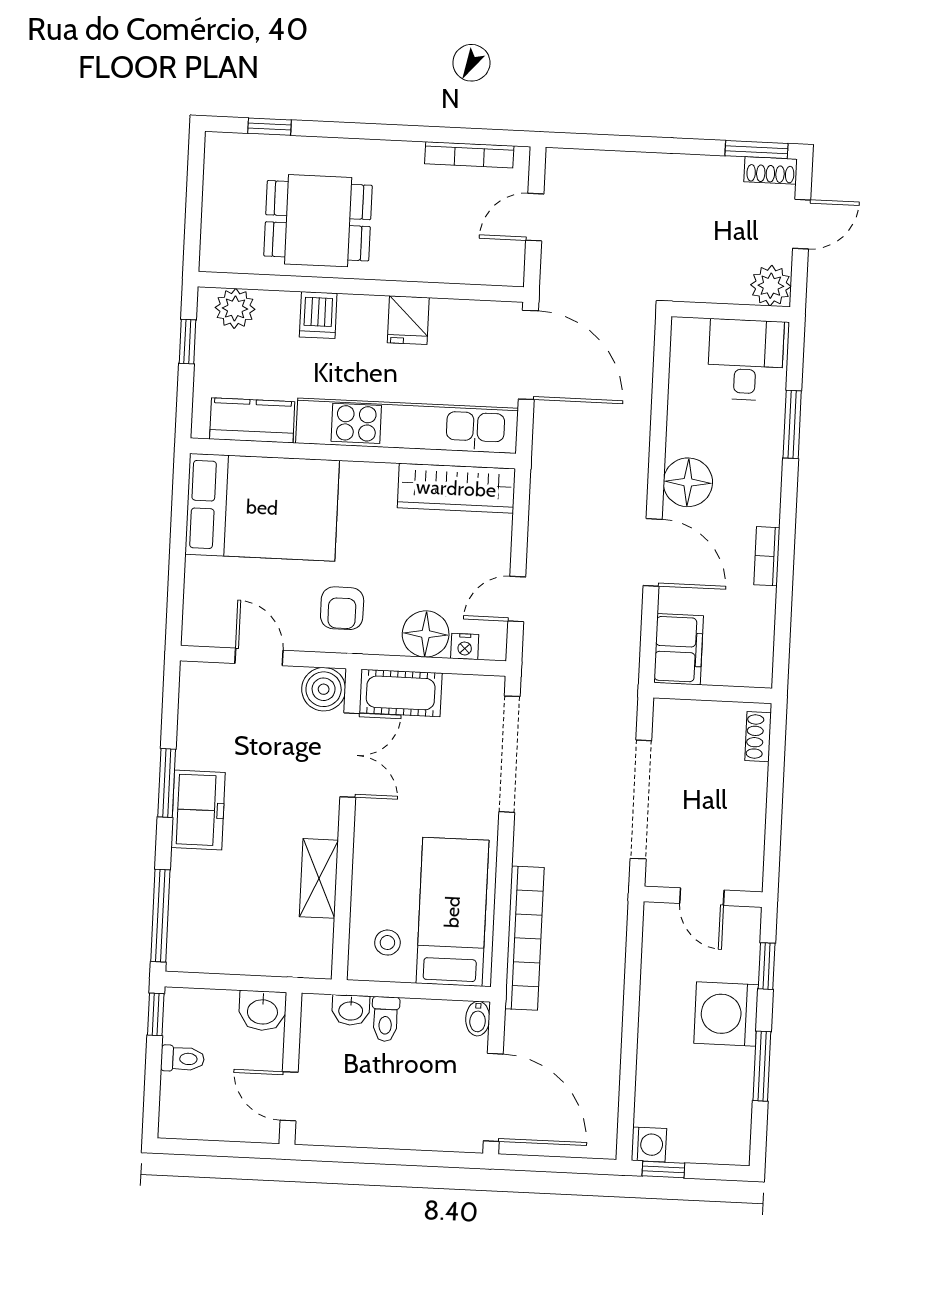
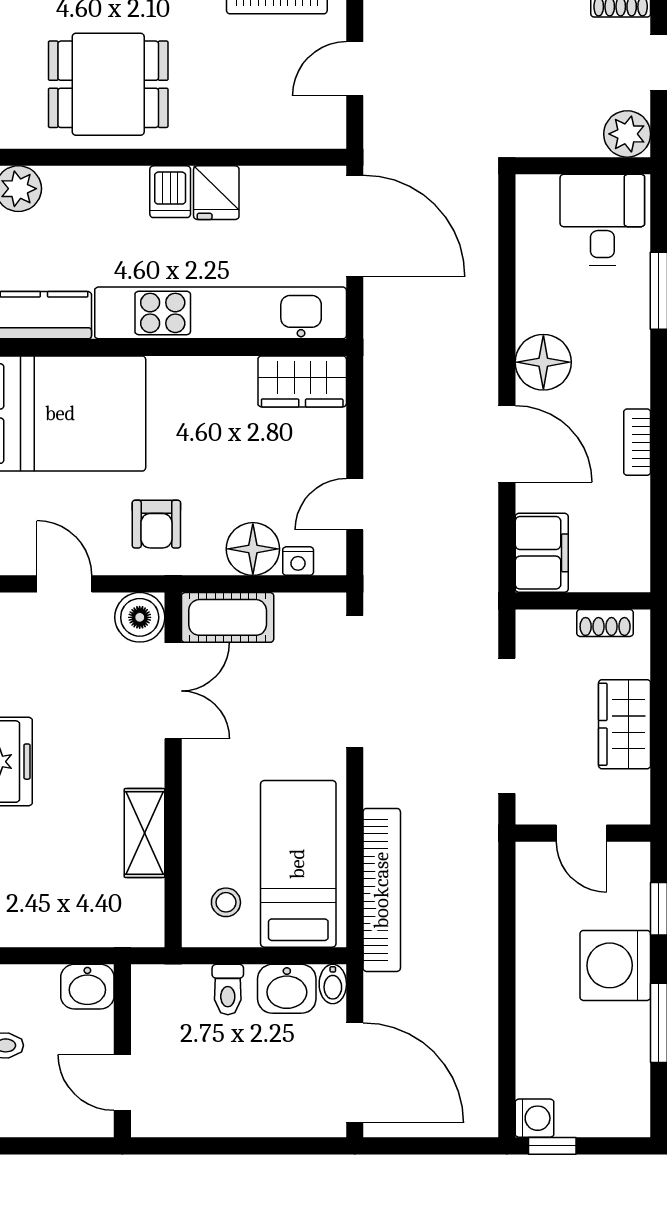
dishwasher: (318, 315) -> (170, 192), moved
wardrobe: (456, 488) -> (302, 381), width x0.67
shoe rack: (758, 737) -> (605, 623), moved, turned -90
wardrobe: (744, 803) -> (625, 724), added
washbasin: (351, 1010) -> (287, 989), moved, width x1.38, depth x1.45

